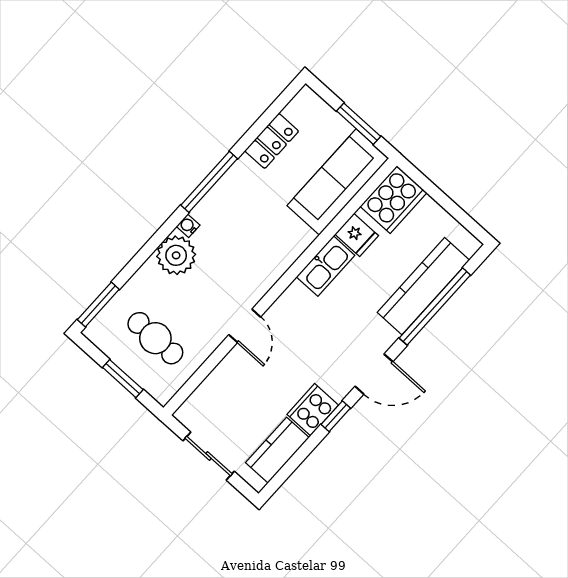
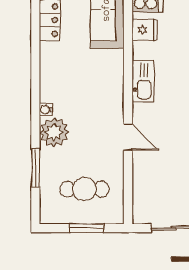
window: (209, 182) -> (35, 75), removed
kitchen sink: (326, 266) -> (143, 81), moved
window: (98, 305) -> (35, 168), moved

